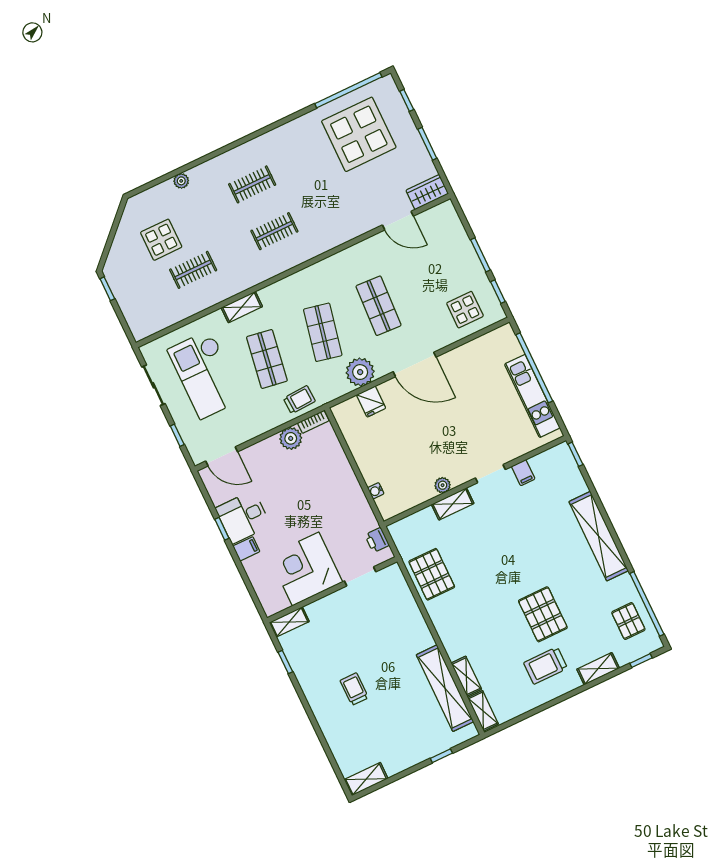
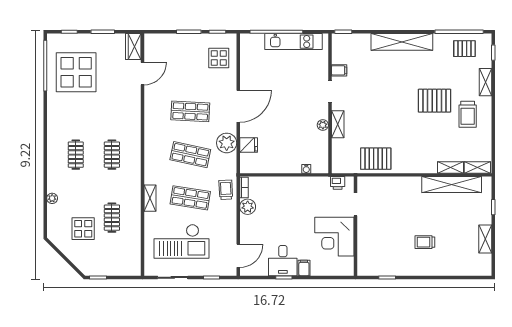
shelving: (289, 622) -> (363, 263), removed
shelving: (366, 779) -> (485, 239), moved

